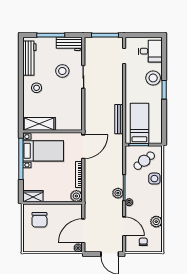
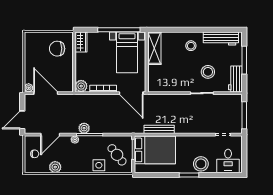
bed: (139, 123) -> (155, 150), width x1.50

